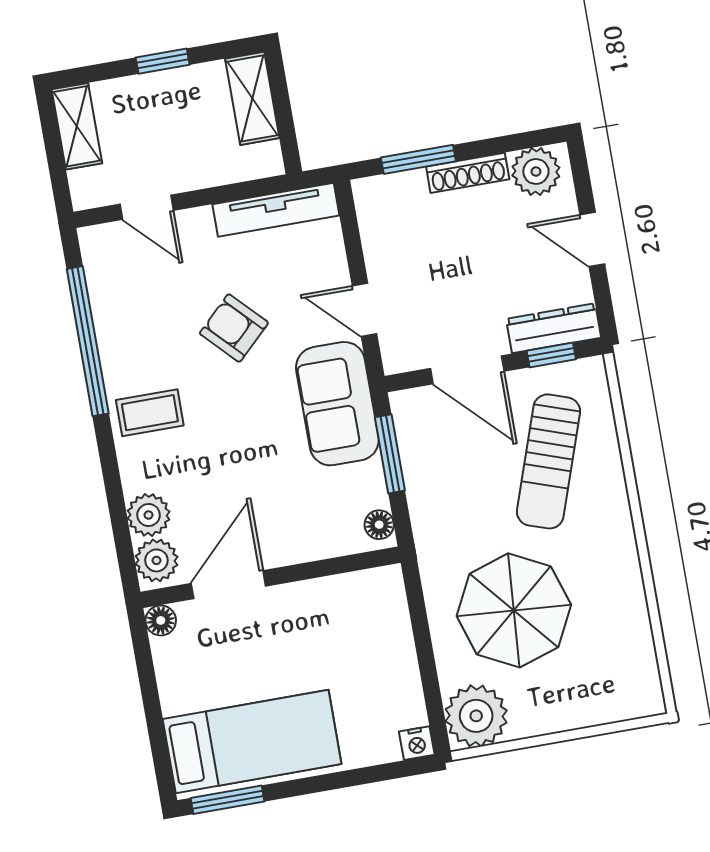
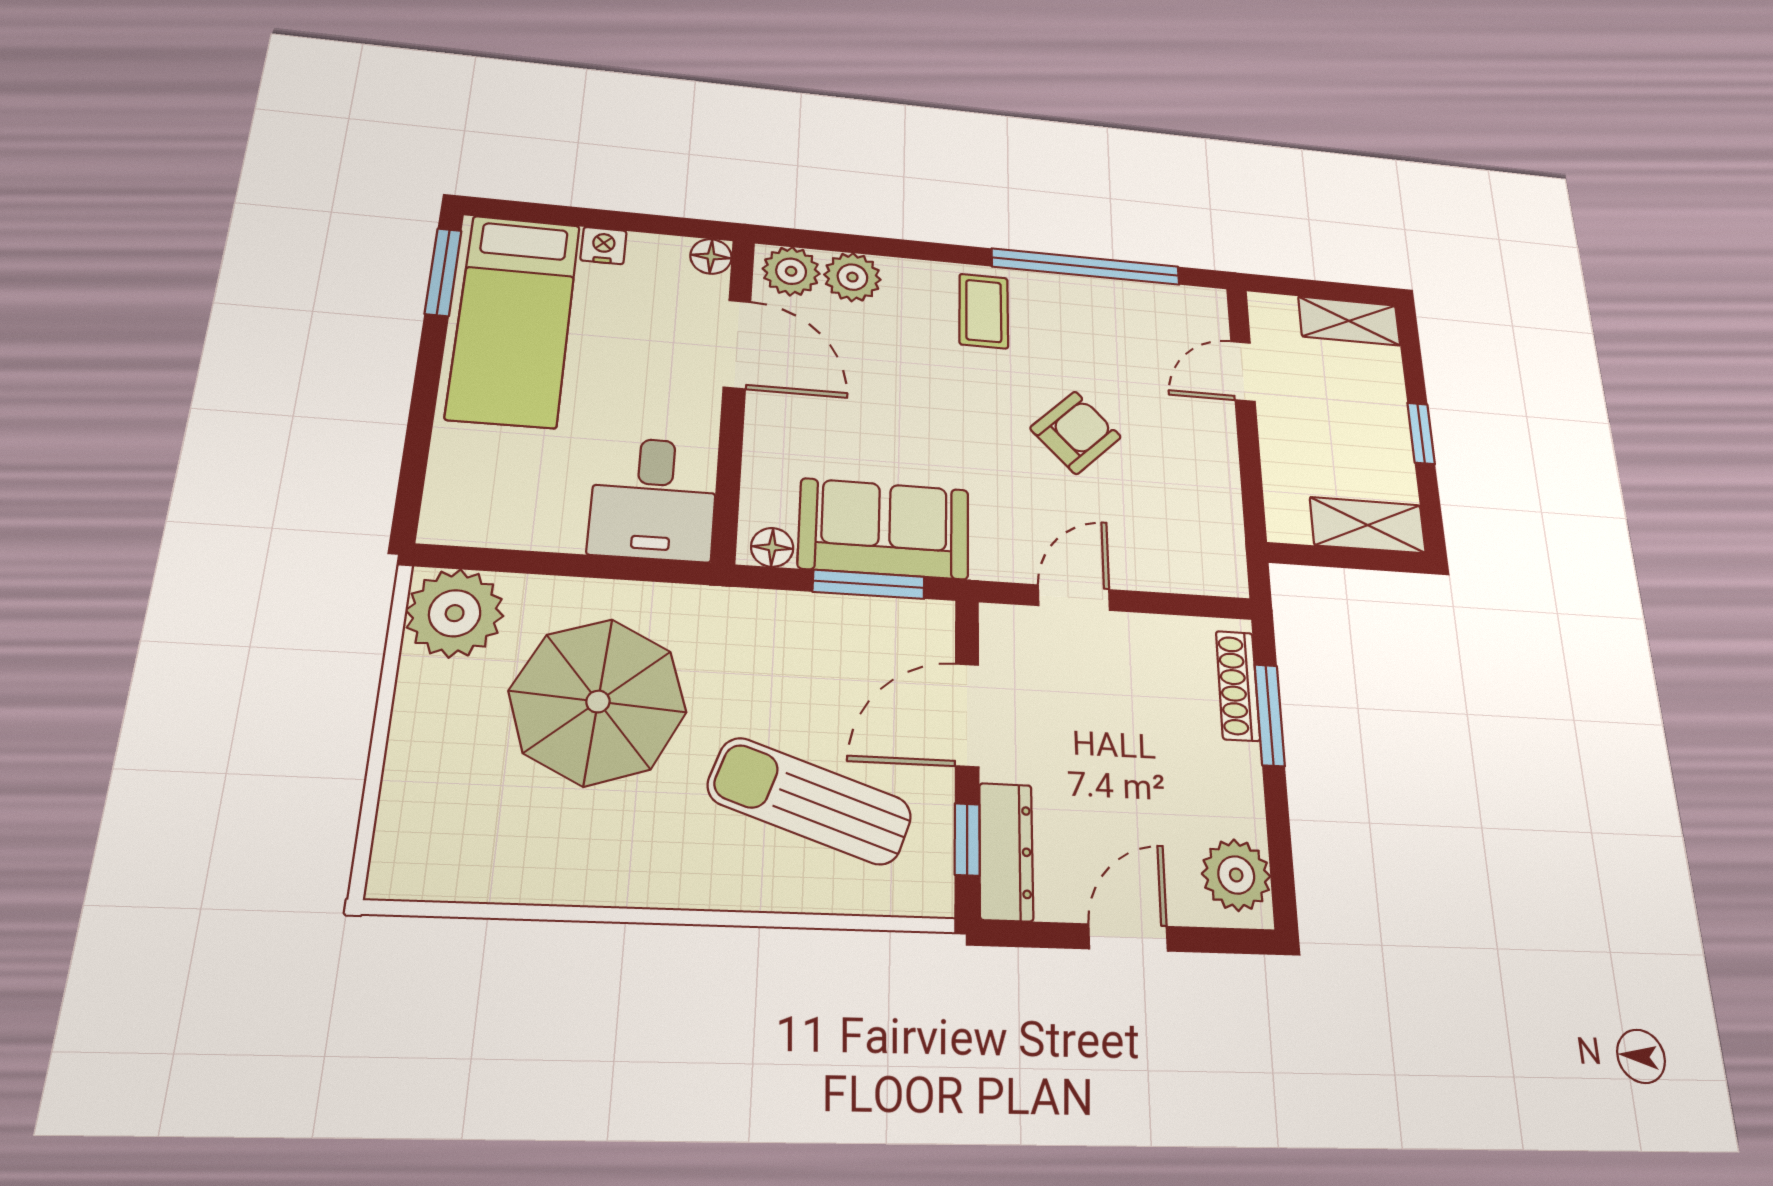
shoe rack: (468, 173) -> (1238, 686), moved
tv unit: (276, 210) -> (1222, 519), removed
sofa: (337, 404) -> (884, 529), moved
desk: (363, 612) -> (654, 499), added
nightstand: (417, 743) -> (604, 246), moved, turned 90

